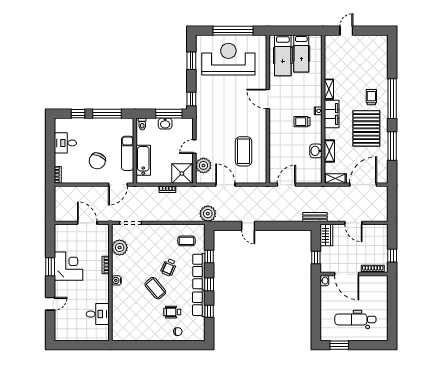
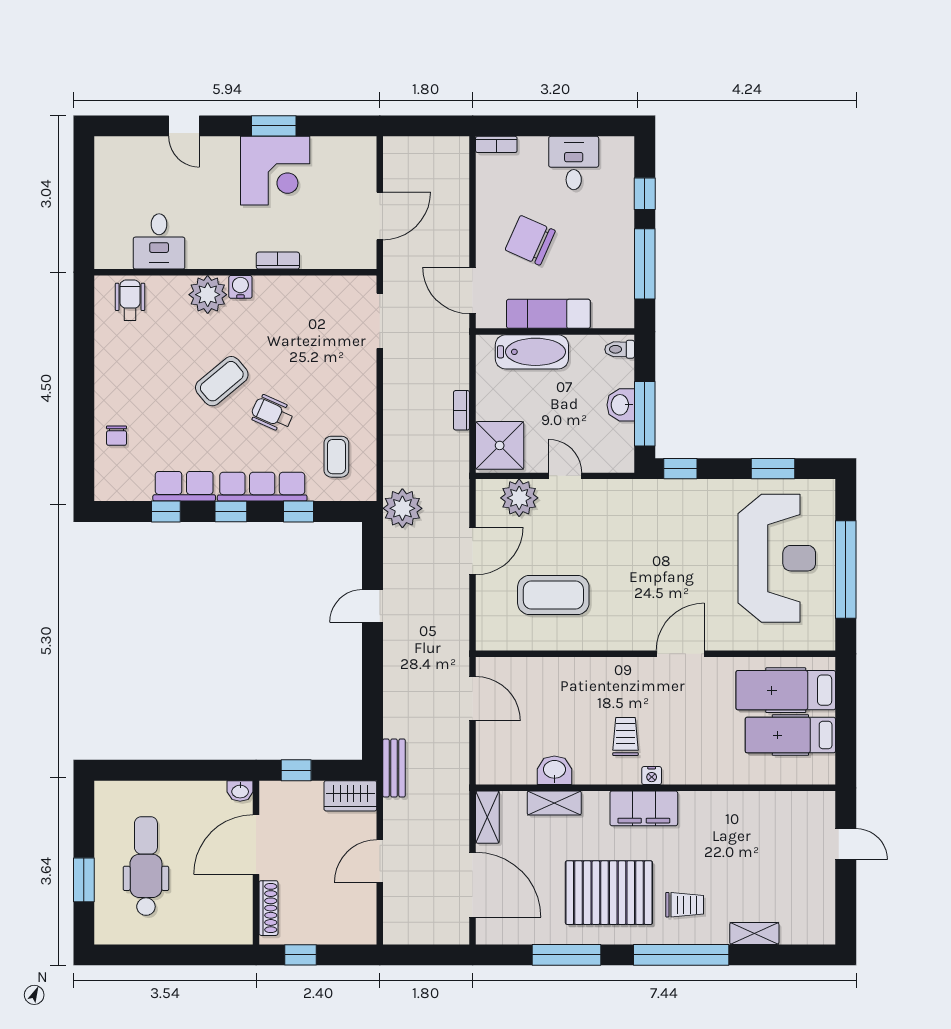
shelving: (329, 89) -> (754, 933), moved
plant: (120, 248) -> (208, 295), moved
wheelchair: (172, 312) -> (130, 300), moved
window: (339, 345) -> (84, 880), moved

